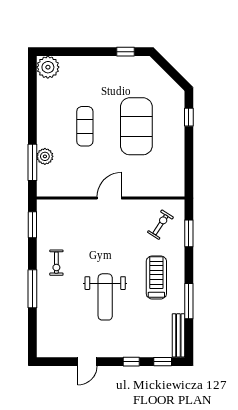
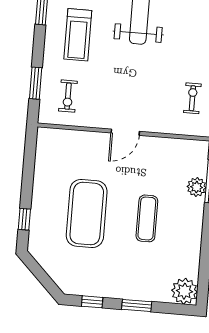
window: (88, 52) -> (137, 306), added
exercise bike: (160, 225) -> (68, 96), turned -33
exercise bike: (56, 263) -> (192, 98), moved

